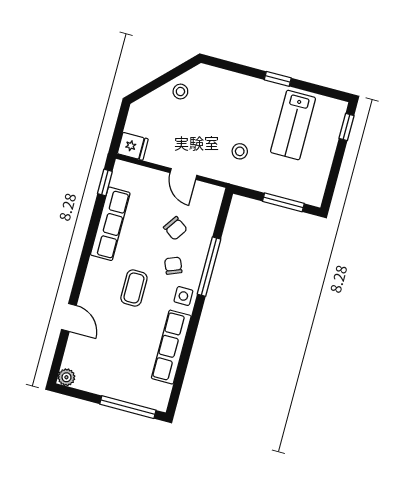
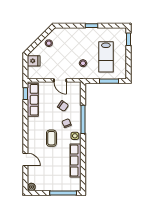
lab bench: (293, 125) -> (106, 57), moved
fridge: (133, 146) -> (34, 61), moved
row of seats: (110, 224) -> (33, 100), moved

